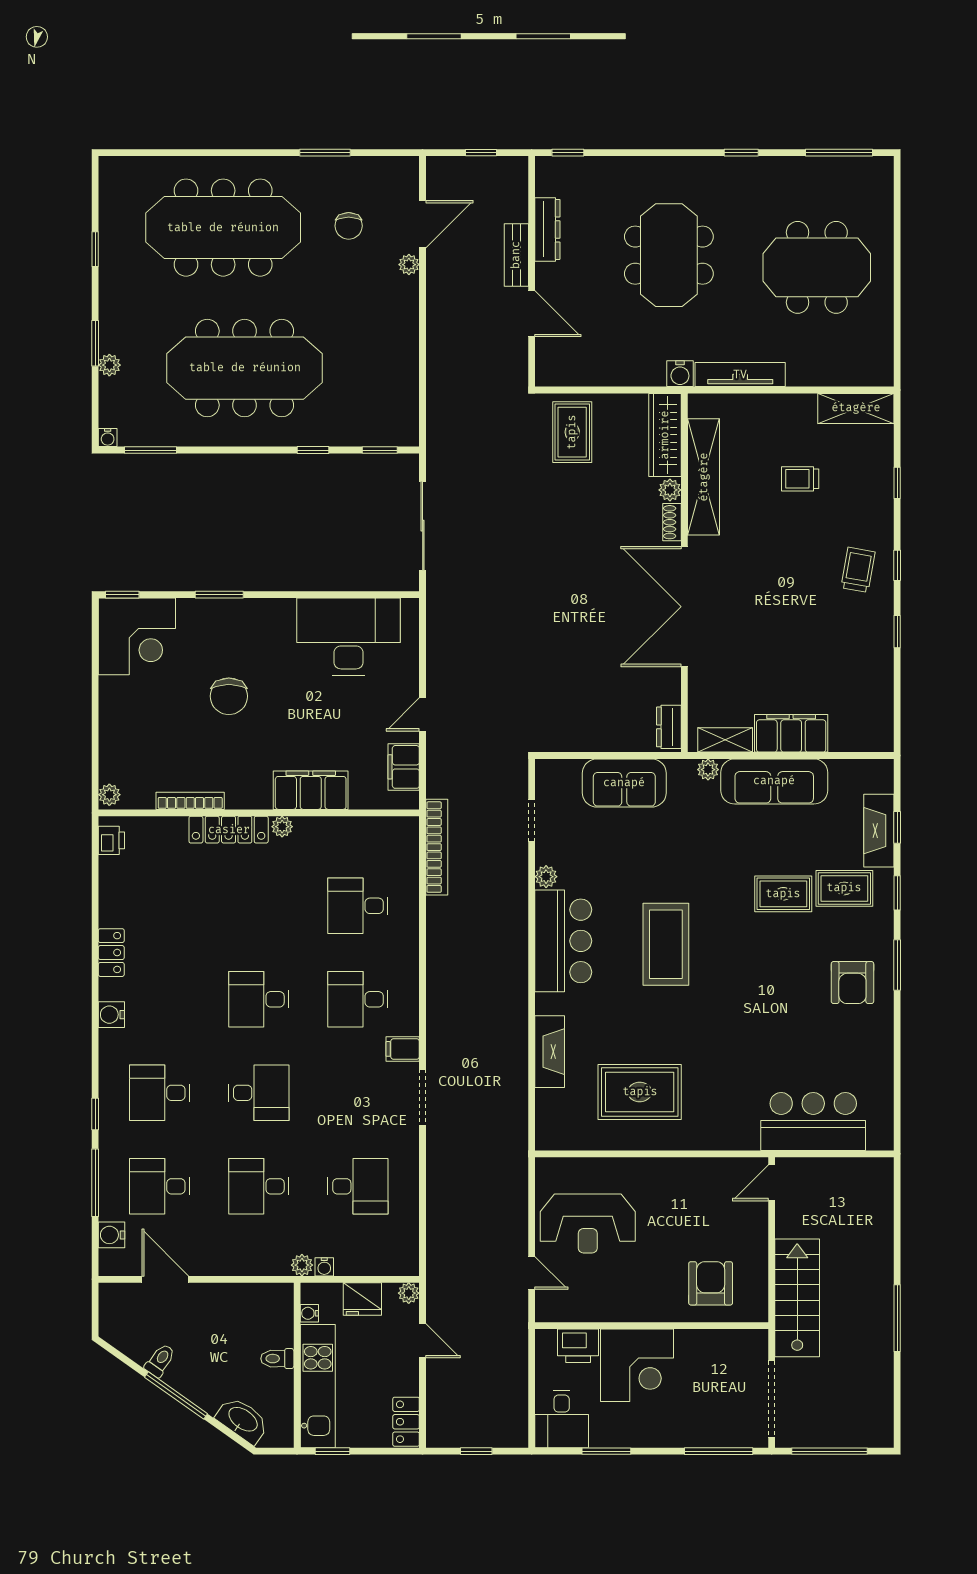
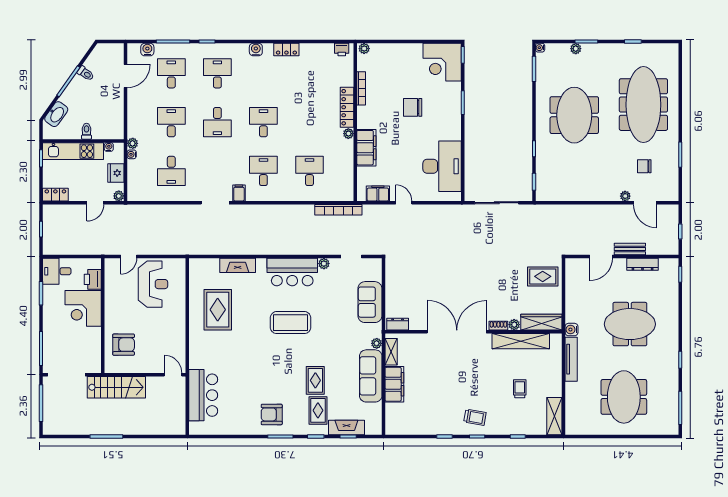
meeting table: (245, 368) -> (574, 115), width x0.73
reception desk: (588, 1224) -> (153, 284), turned 180

